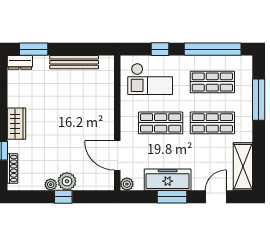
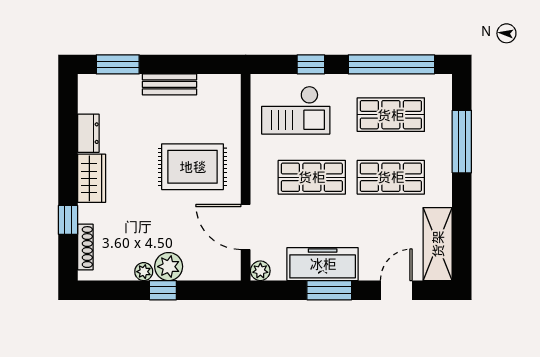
dresser: (20, 62) -> (88, 133), moved, turned -90
bench: (74, 62) -> (170, 84), width x0.73
rug: (83, 116) -> (193, 167), added

